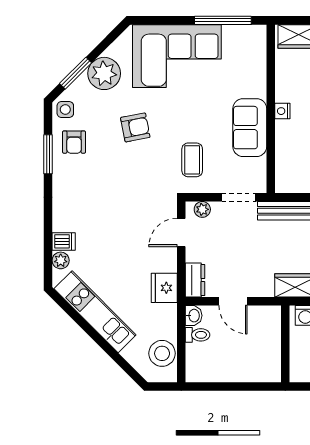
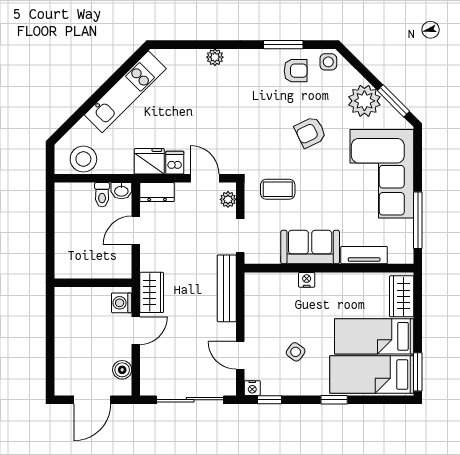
window: (76, 73) -> (393, 101), moved
tv unit: (258, 74) -> (364, 255), added
nightstand: (282, 111) -> (307, 280), moved
armchair: (135, 127) -> (310, 132), turned 75
armchair: (74, 142) -> (296, 71), turned 180
dishwasher: (64, 241) -> (175, 163), moved, turned 180
plant: (61, 260) -> (215, 57), moved

